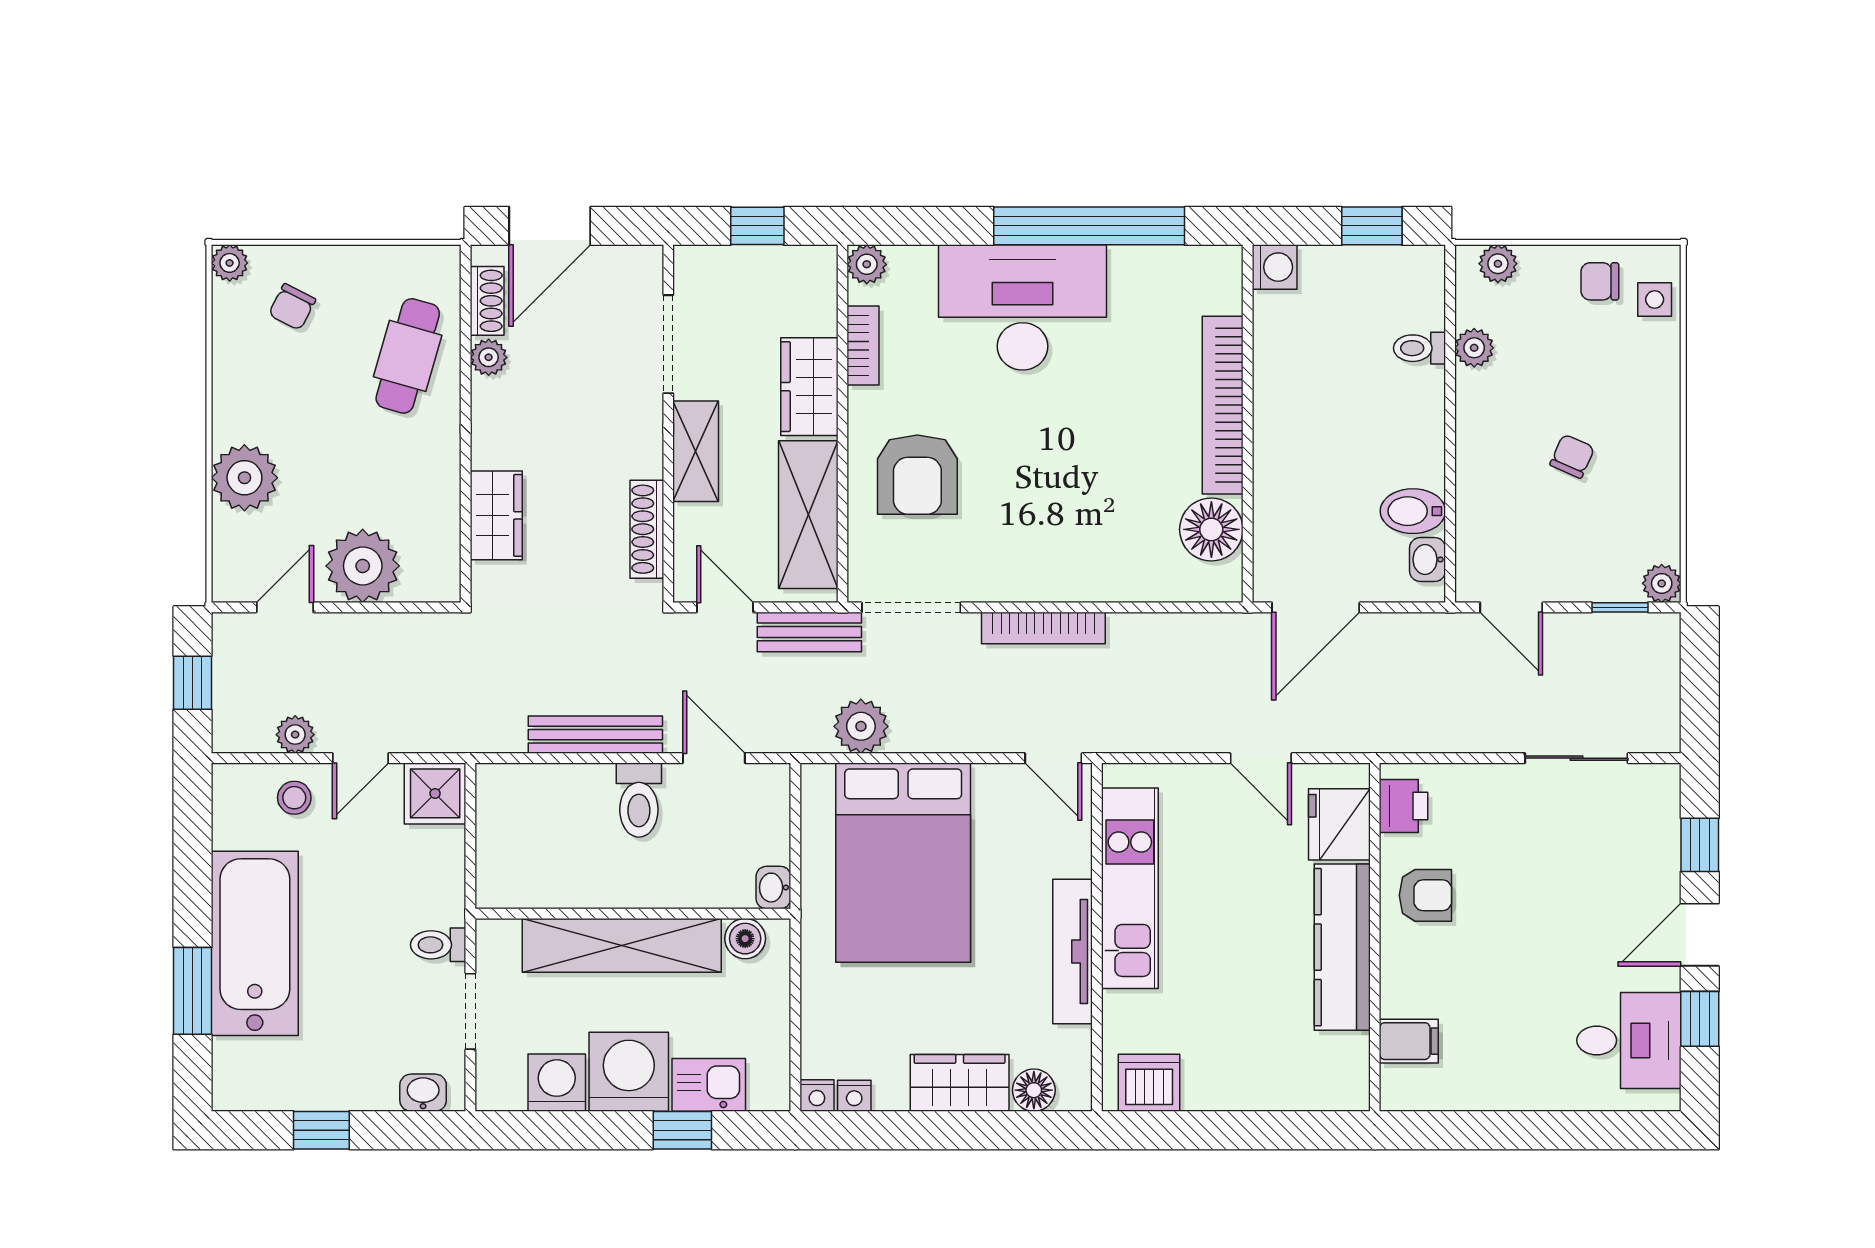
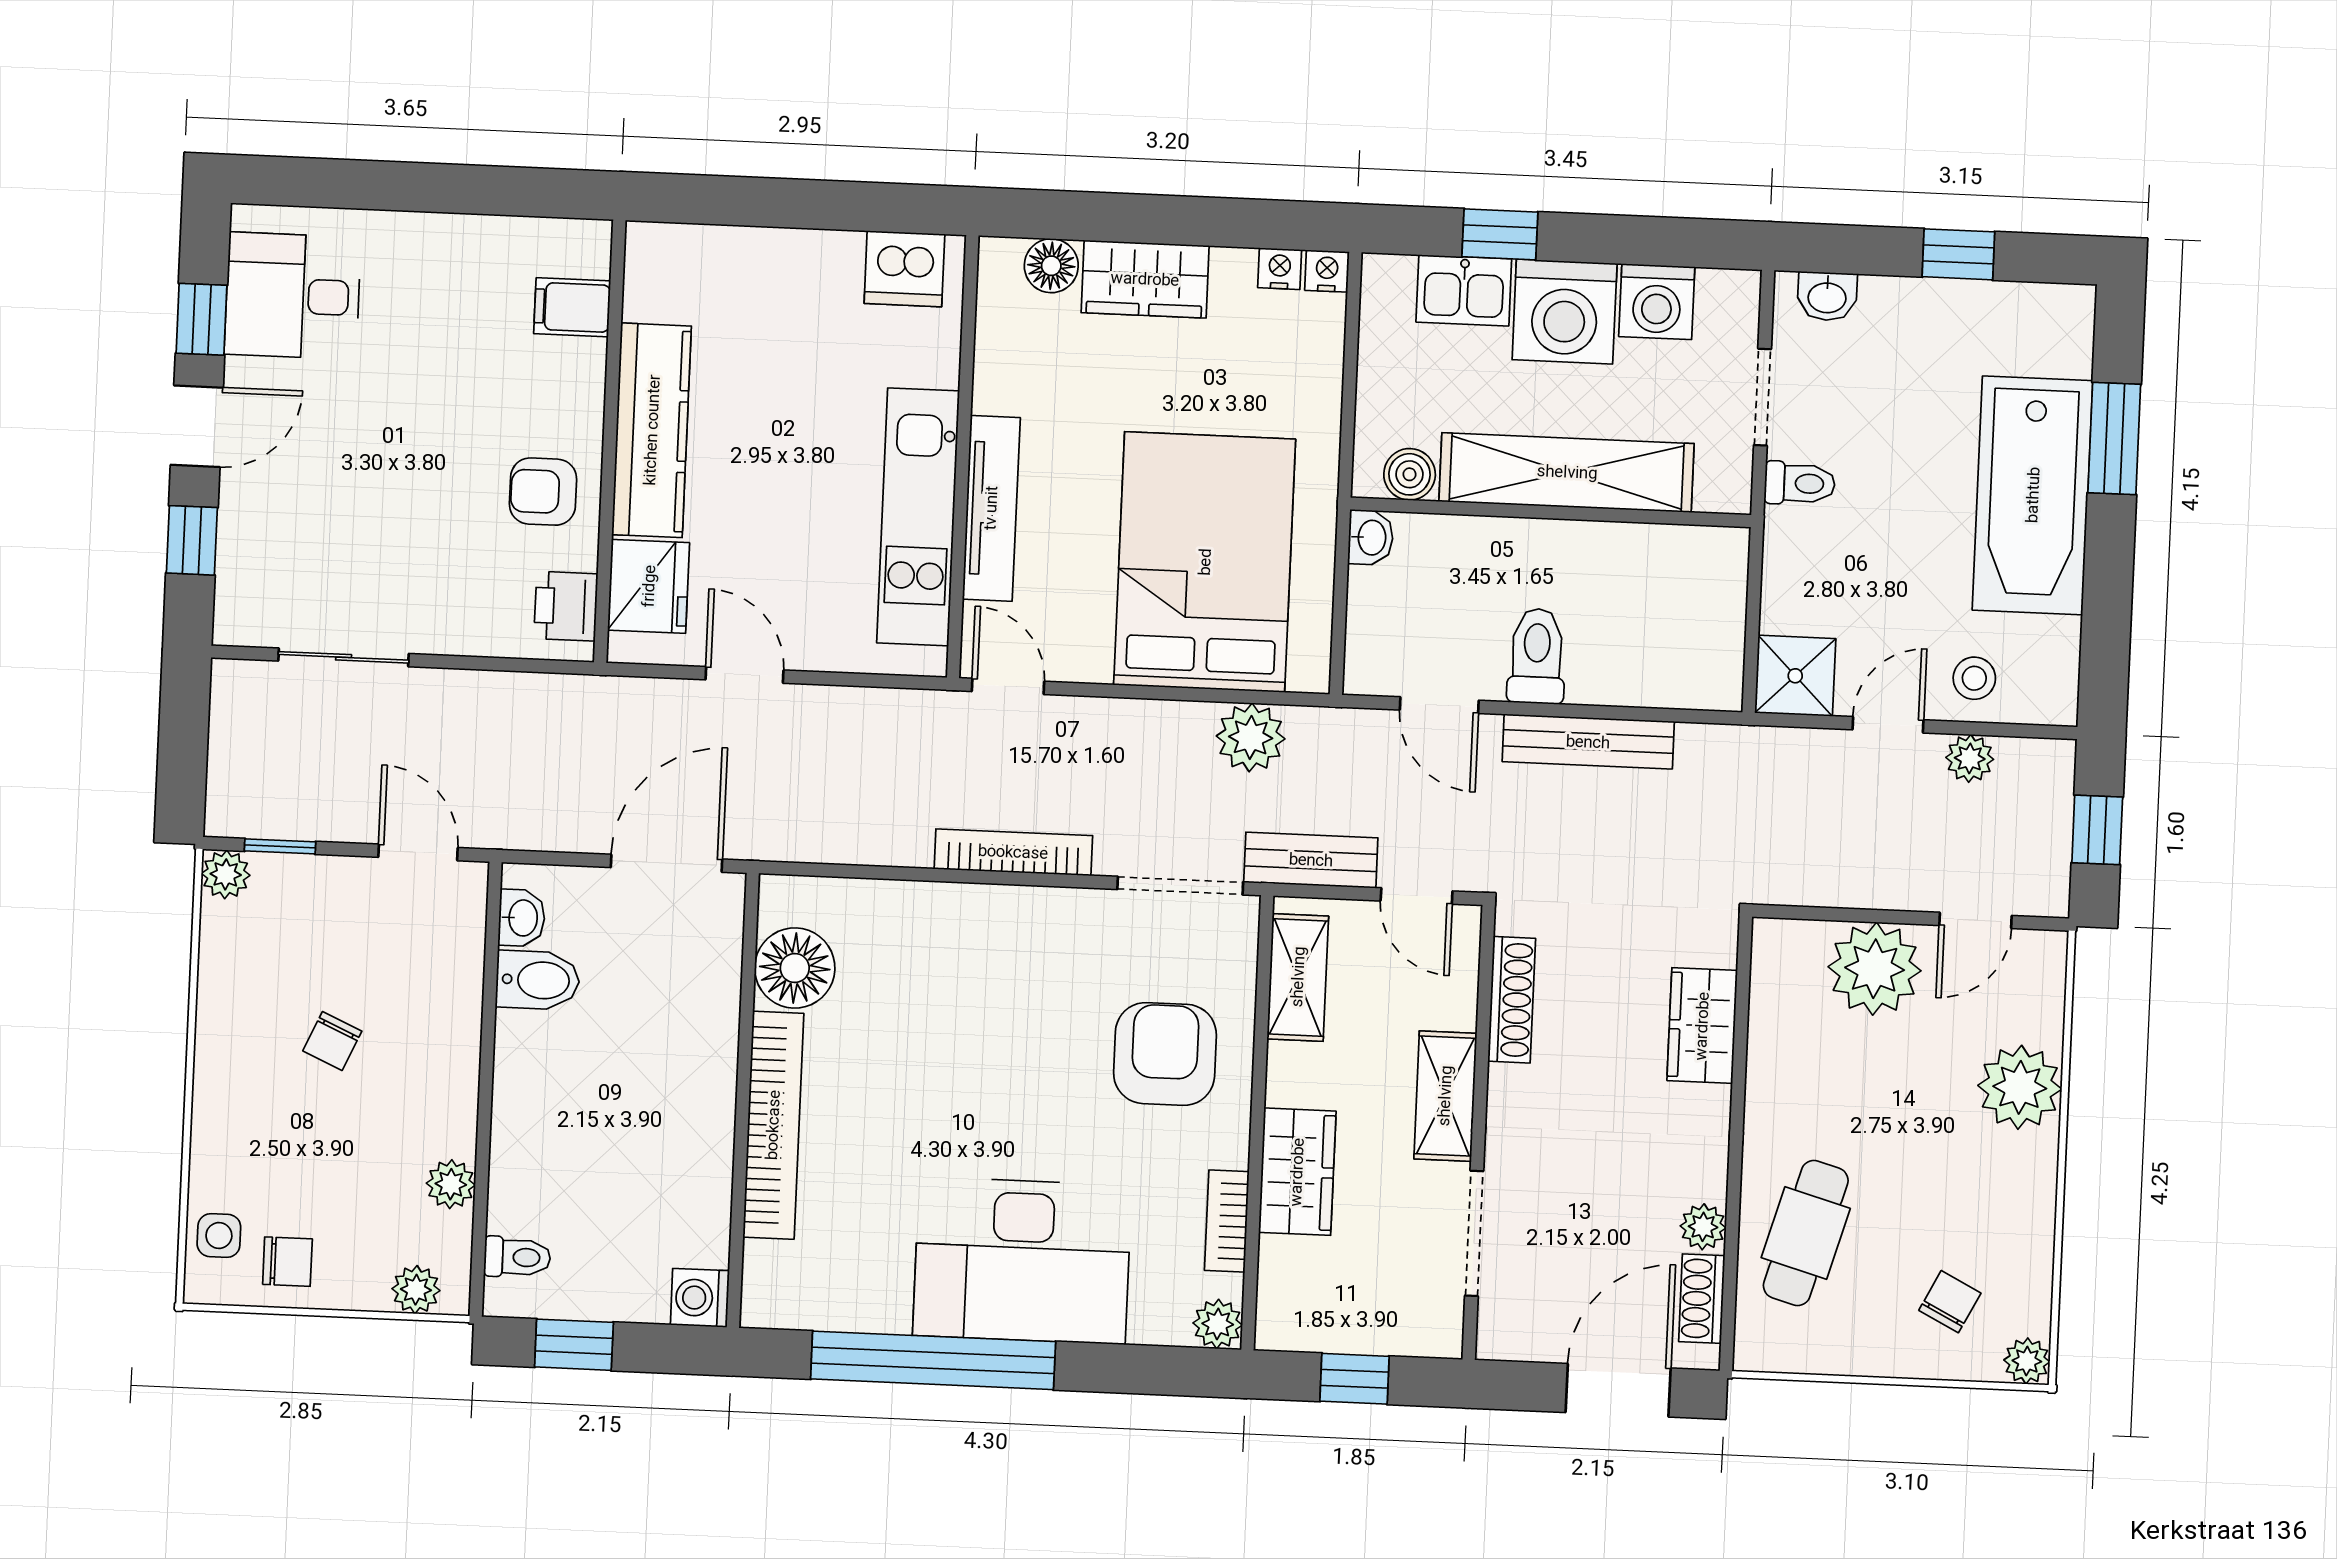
toilet: (1419, 348) -> (517, 1257), moved
shelving: (808, 515) -> (1298, 977), width x0.67, depth x0.75
tv unit: (1073, 951) -> (991, 508), moved

